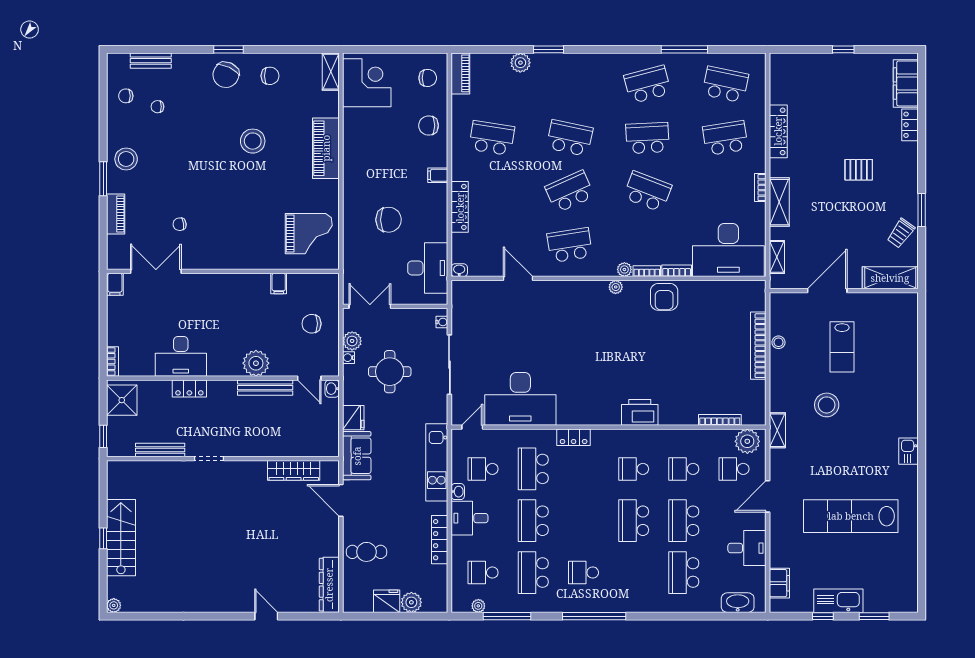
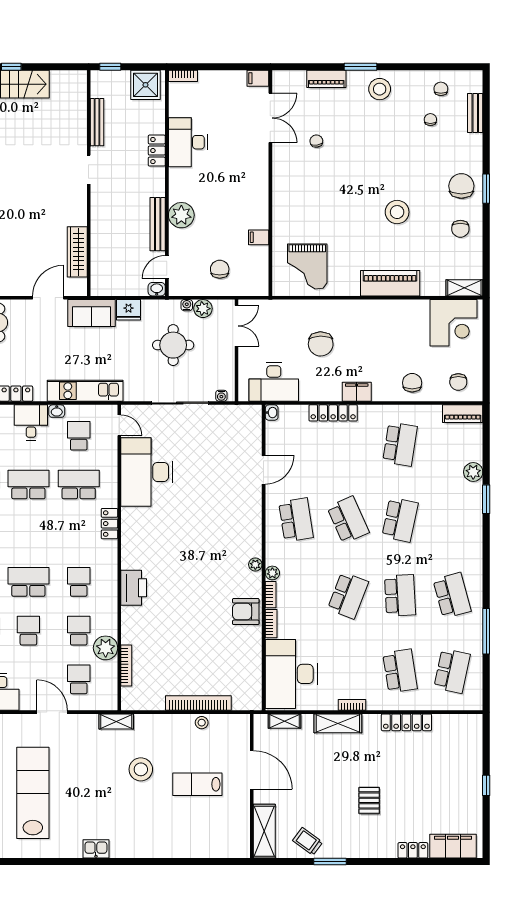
chair: (226, 75) -> (461, 186), turned 65
filing cabinet: (438, 175) -> (357, 392), width x2.00
plant: (747, 441) -> (106, 648), moved
school desk: (684, 521) -> (28, 631), width x0.54

